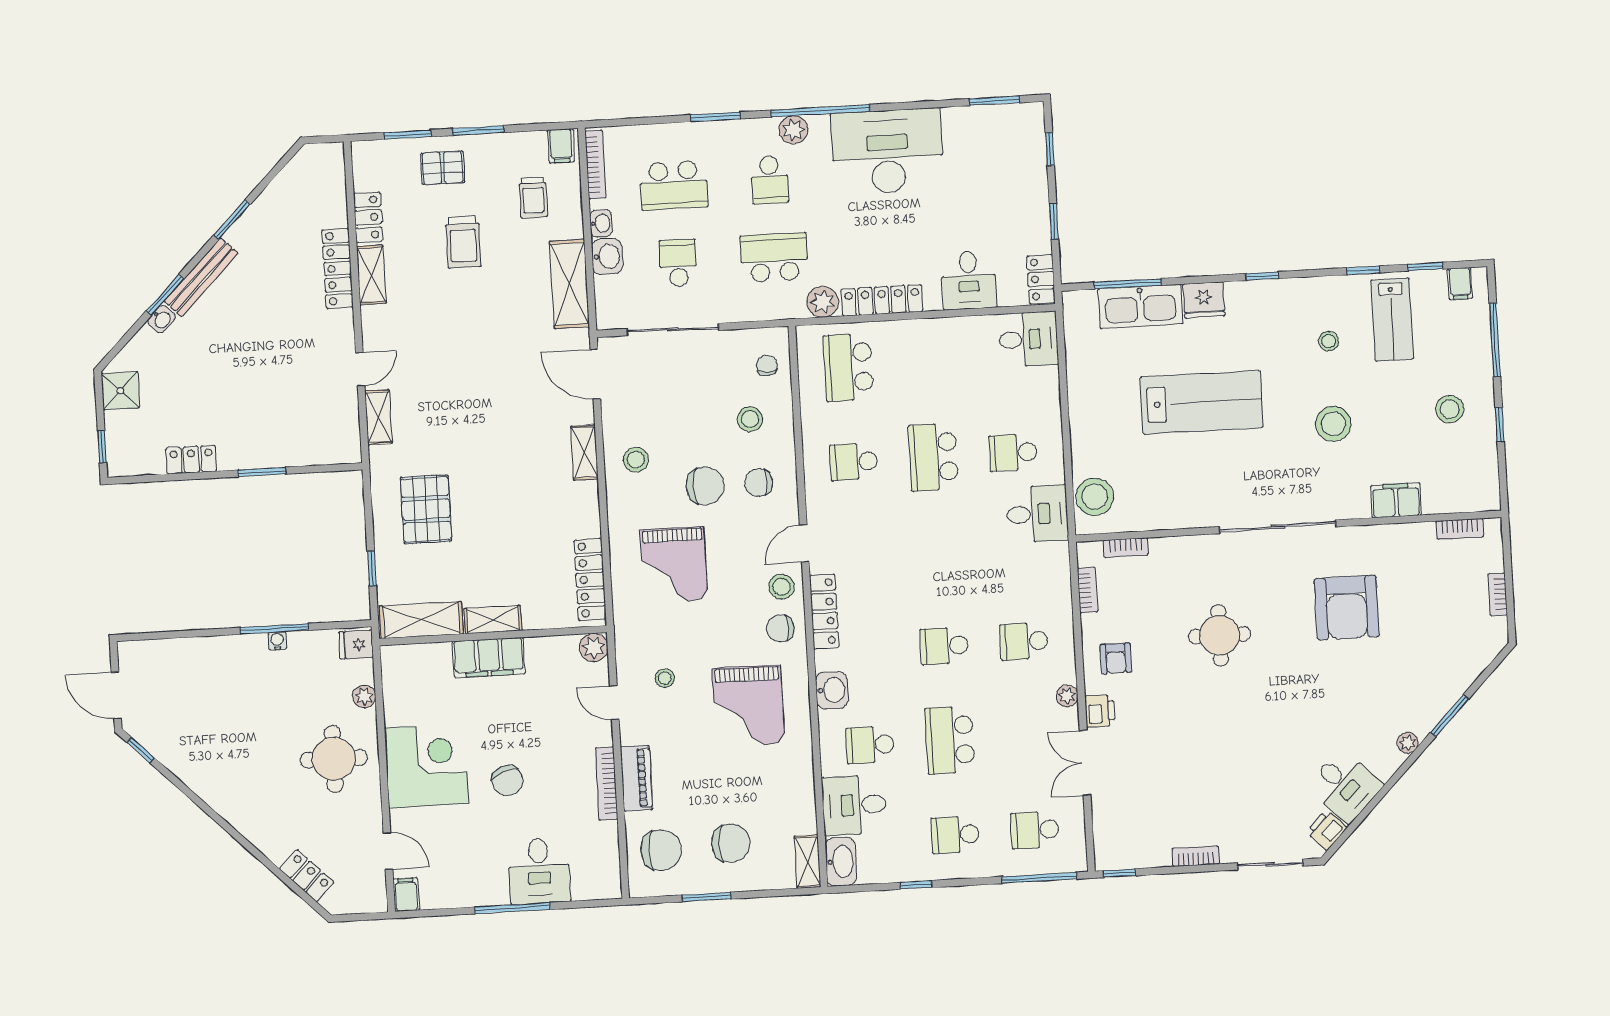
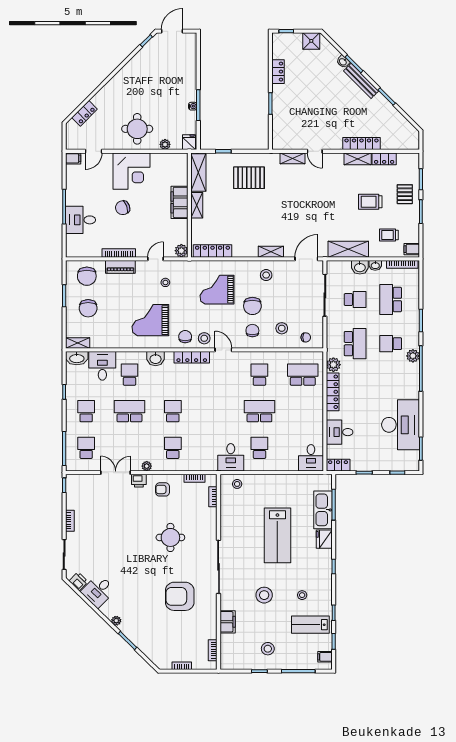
desk: (887, 151) -> (401, 425), moved
stool: (1095, 497) -> (237, 484), width x0.53, depth x0.53

